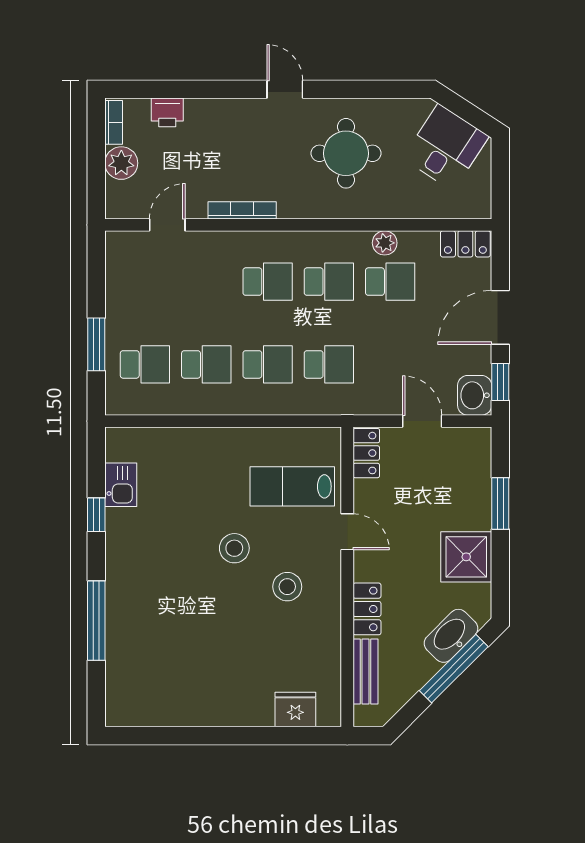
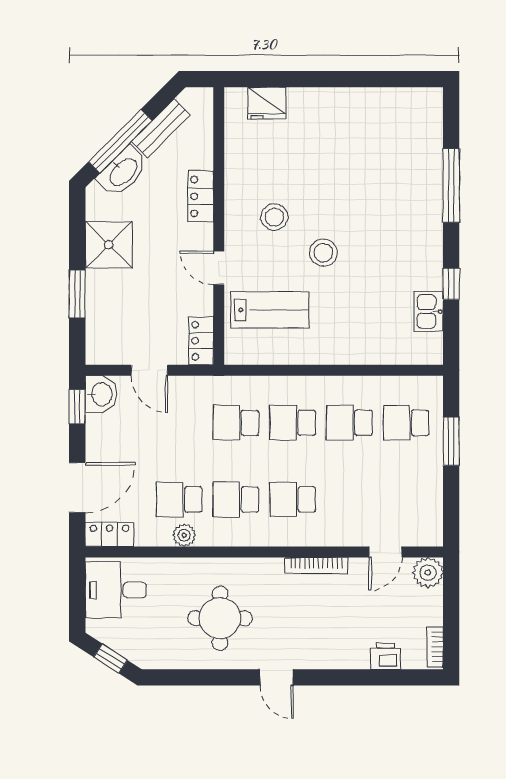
window: (464, 110) -> (111, 659), added
desk: (446, 147) -> (116, 590), moved, turned 57
plant: (121, 163) -> (428, 572), moved
door: (500, 317) -> (77, 488), moved
bench: (366, 671) -> (161, 128), moved, turned 45

